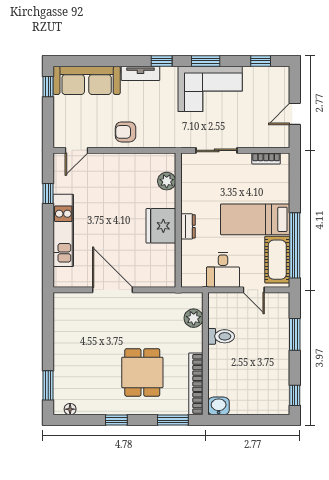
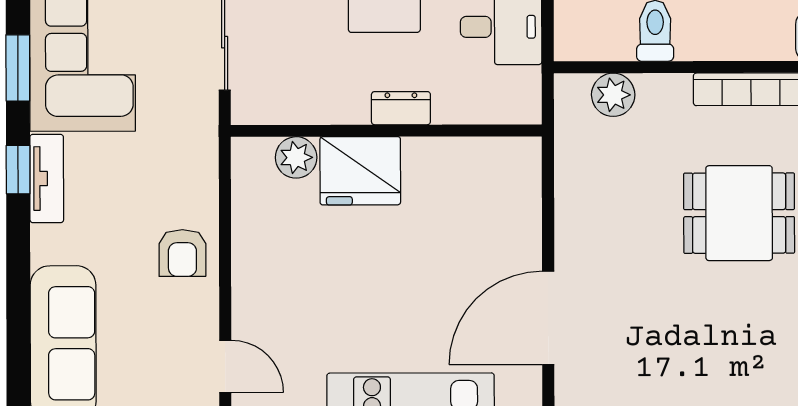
tv unit: (141, 73) -> (47, 179), moved
fridge: (161, 226) -> (360, 171), moved
door: (113, 290) -> (548, 318), moved

